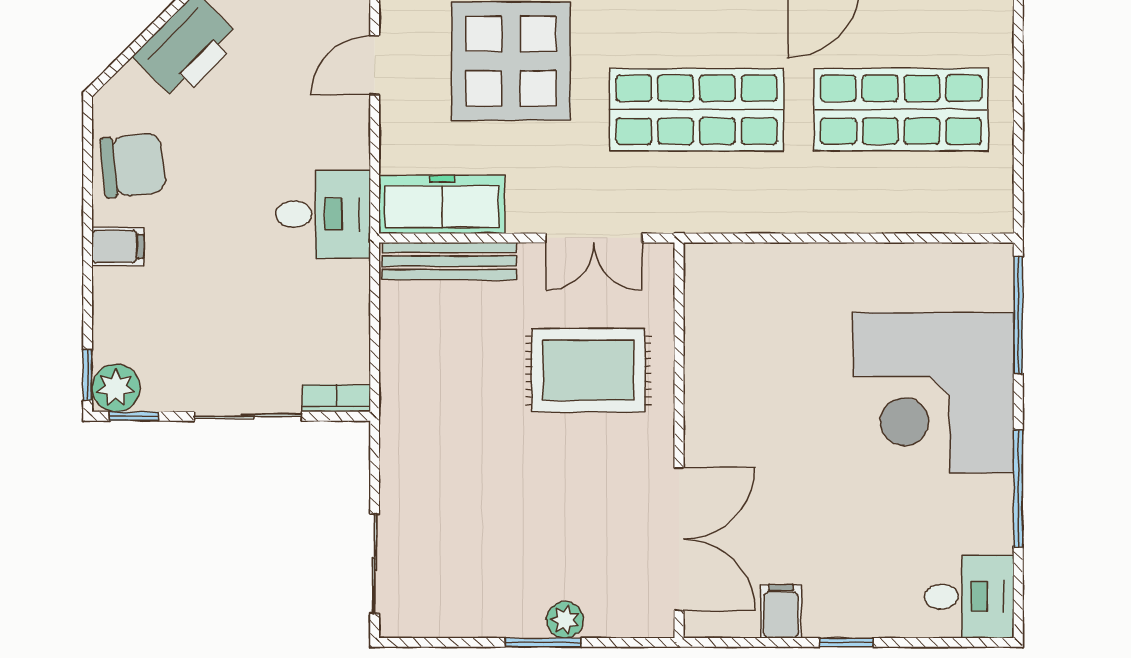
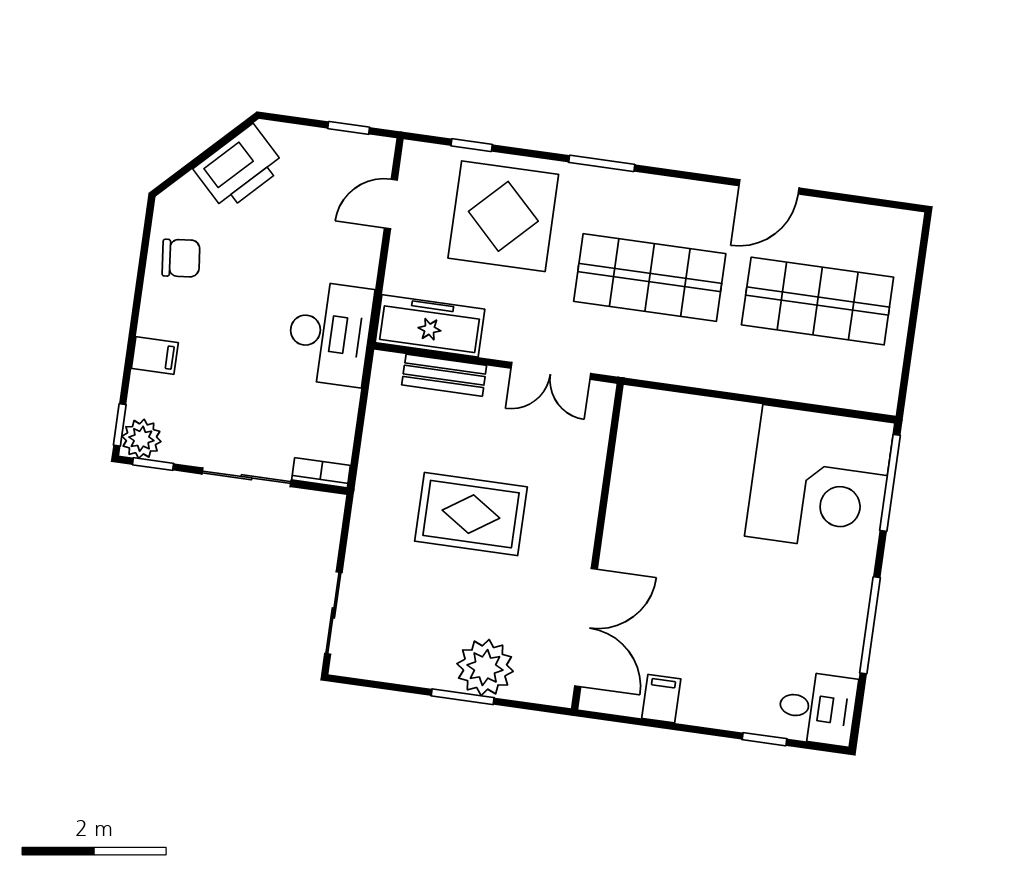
chair: (133, 165) -> (181, 258), width x0.73, depth x0.73
desk: (323, 214) -> (330, 333), width x1.37
filing cabinet: (118, 247) -> (155, 355), moved
bench: (449, 261) -> (444, 375), width x0.73
rug: (588, 370) -> (471, 514), moved
corner desk: (933, 393) -> (820, 480), moved, turned -90
plant: (565, 620) -> (485, 667), width x1.87, depth x1.87
window: (846, 642) -> (764, 739), moved

